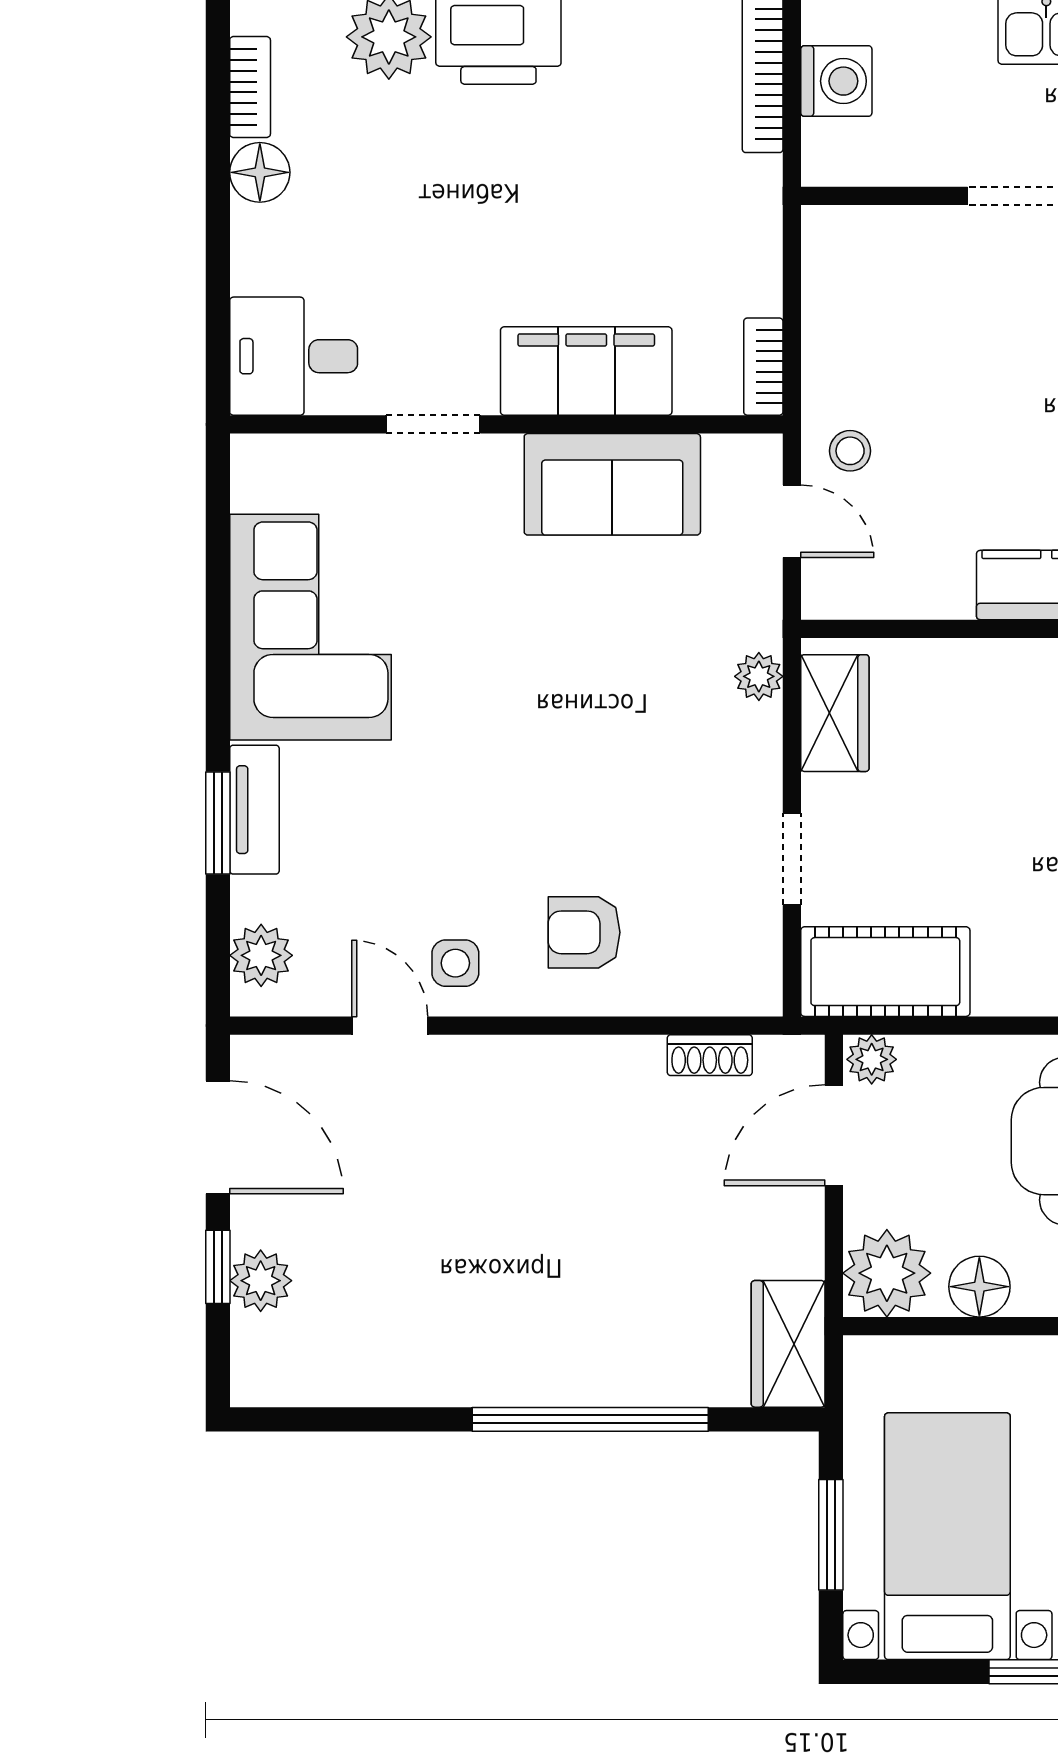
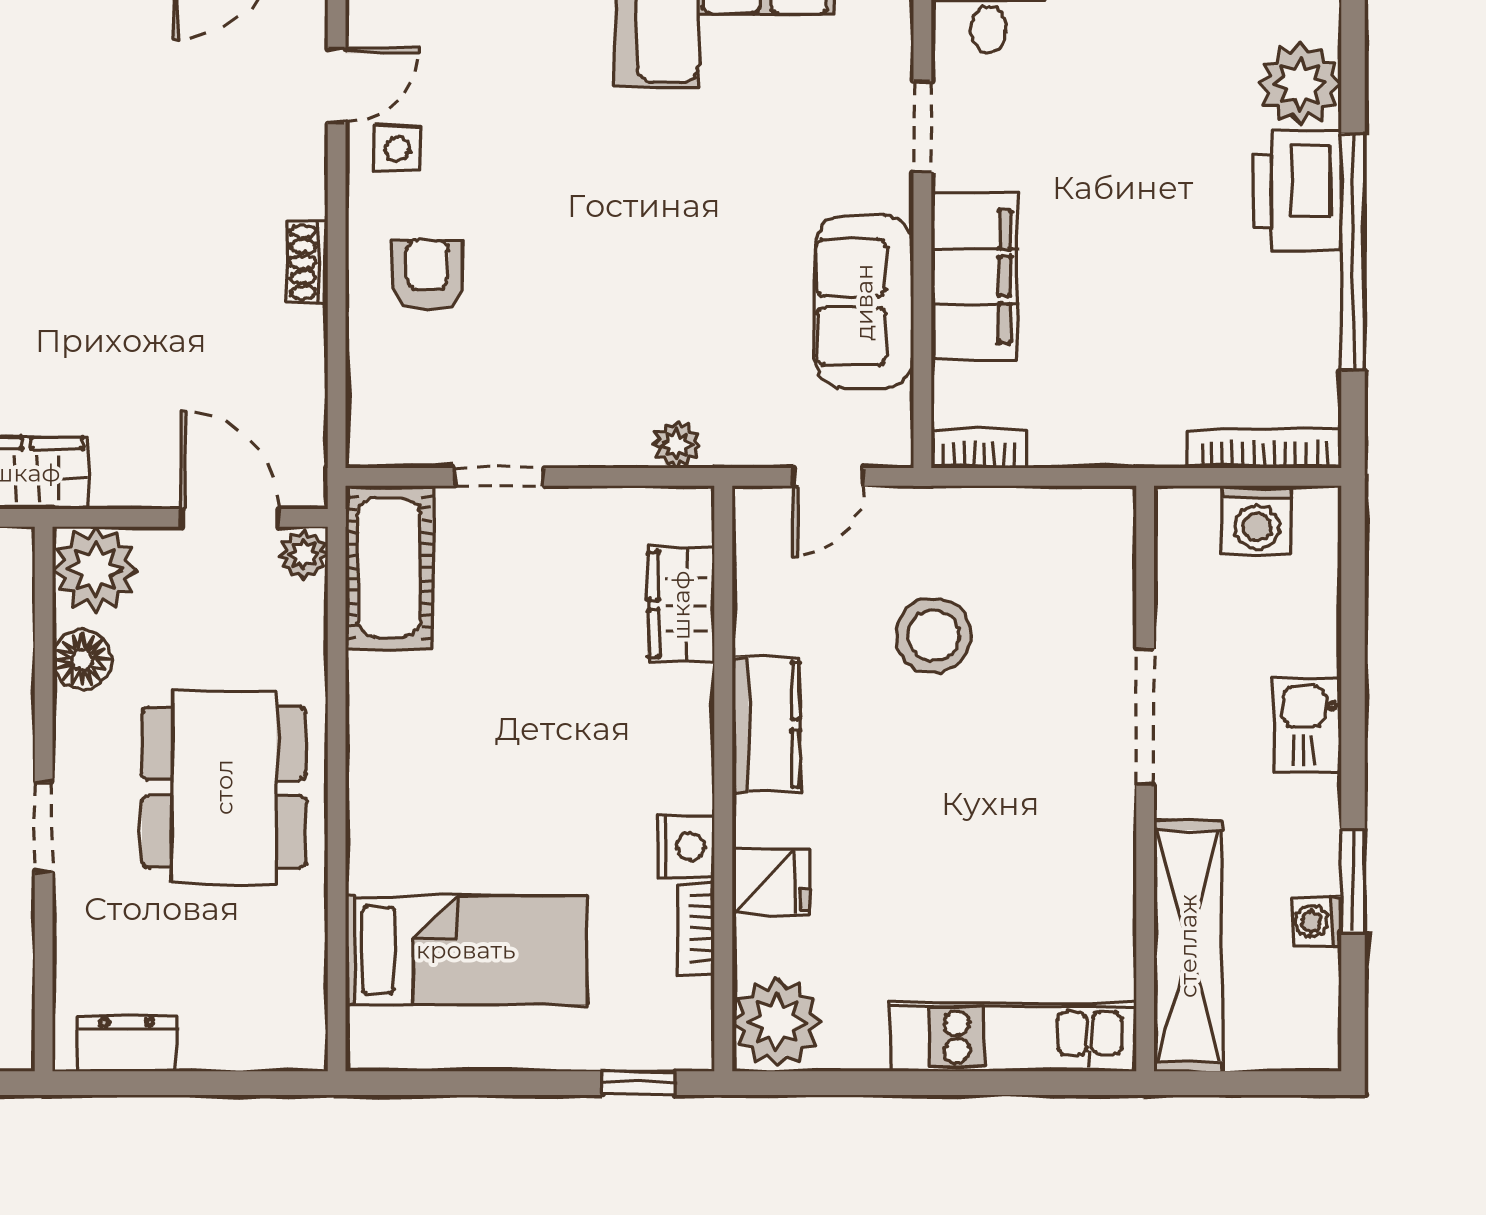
stool: (850, 451) -> (933, 635), moved, width x1.89, depth x1.89
wardrobe: (835, 713) -> (681, 605), moved, turned 90
shoe rack: (710, 1055) -> (308, 262), moved

